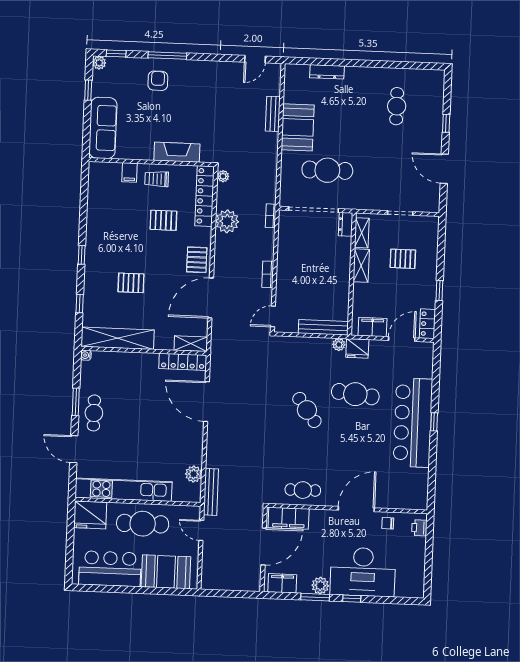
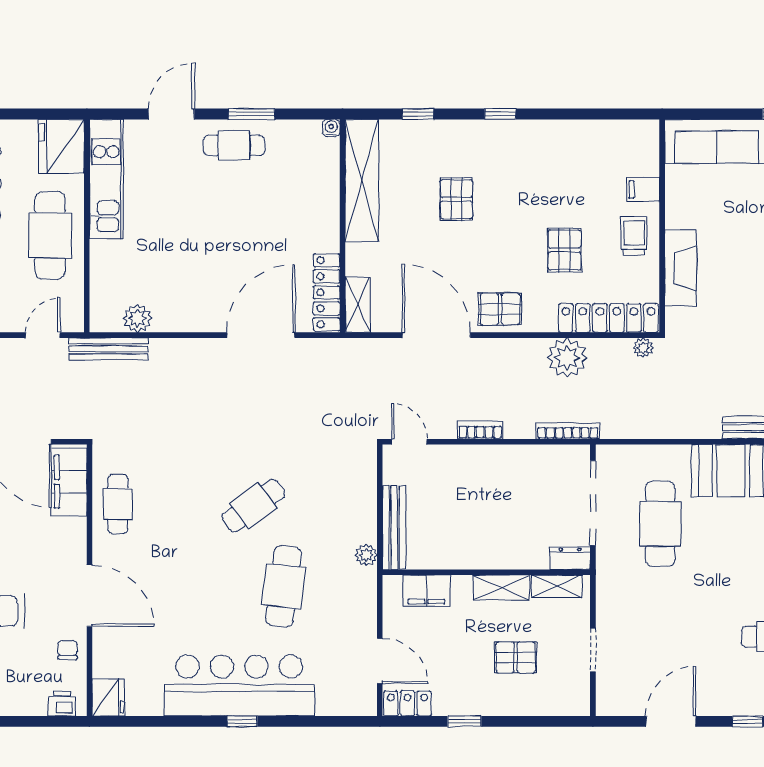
bookcase: (271, 216) -> (568, 431), width x1.56
pallet: (403, 259) -> (516, 657), turned 90
filing cabinet: (372, 327) -> (426, 591), moved, turned 90
fridge: (357, 348) -> (108, 697), moved, turned 180
kitchen unit: (124, 490) -> (106, 179), width x0.73

